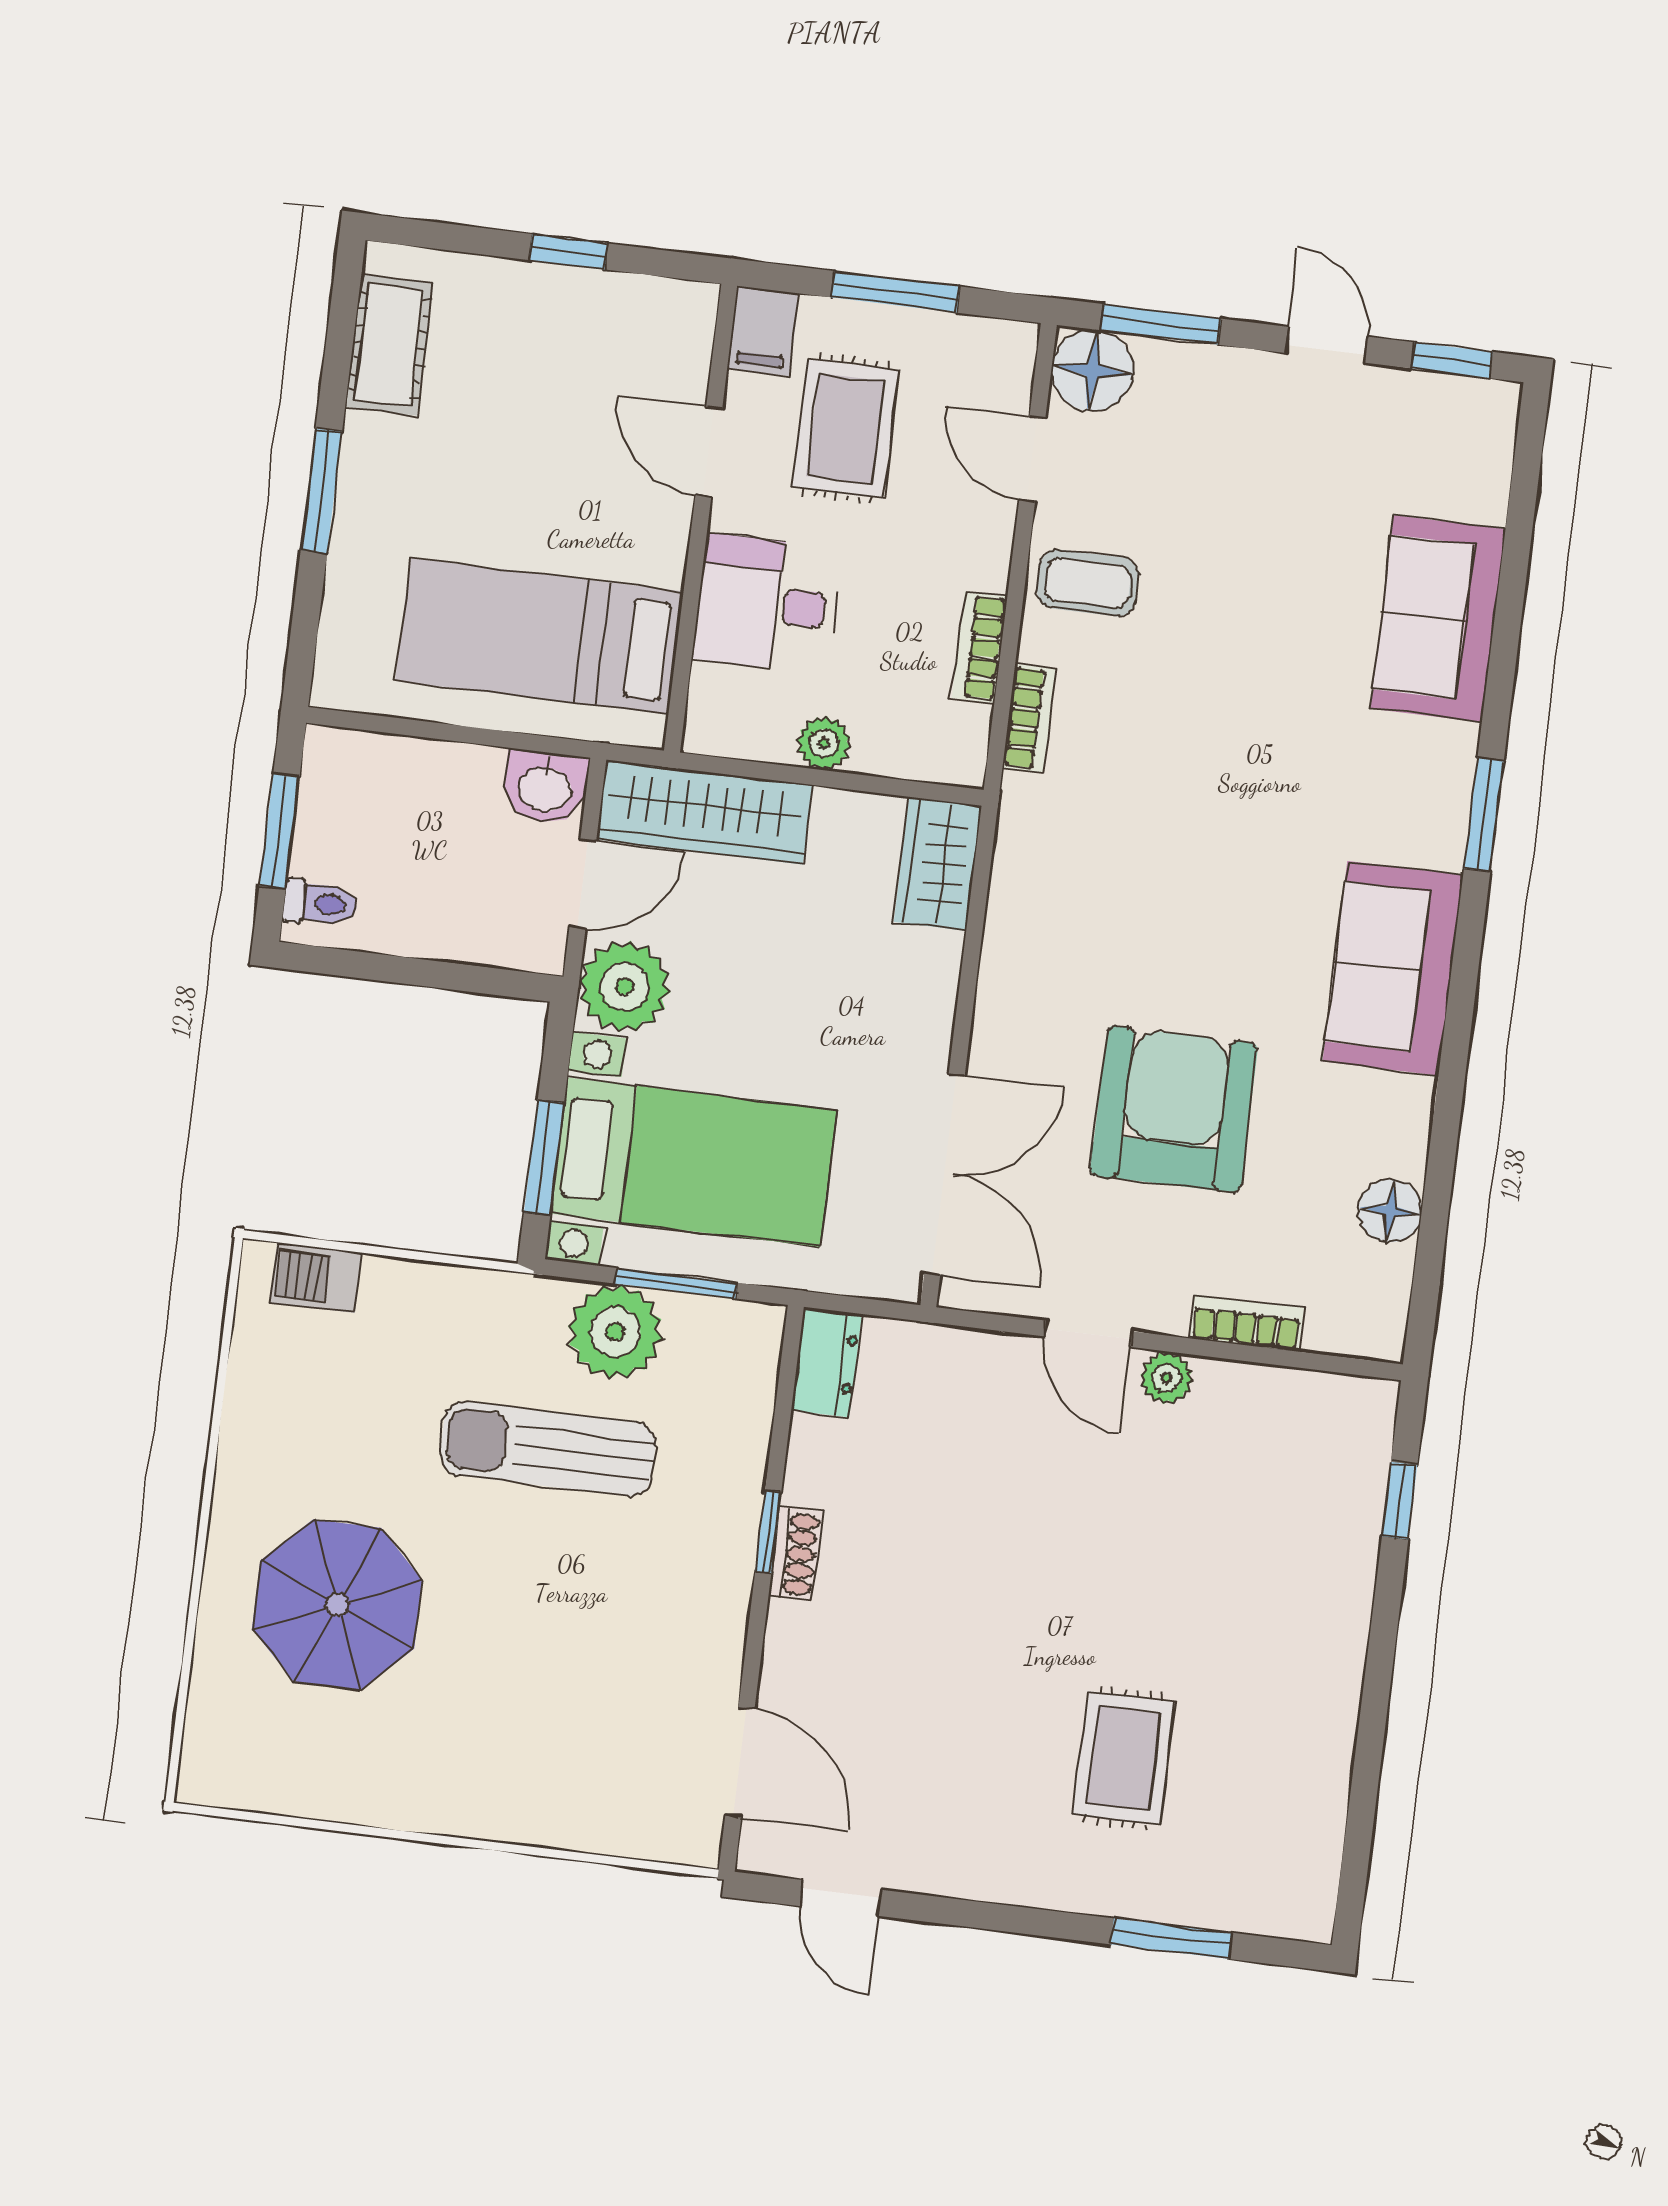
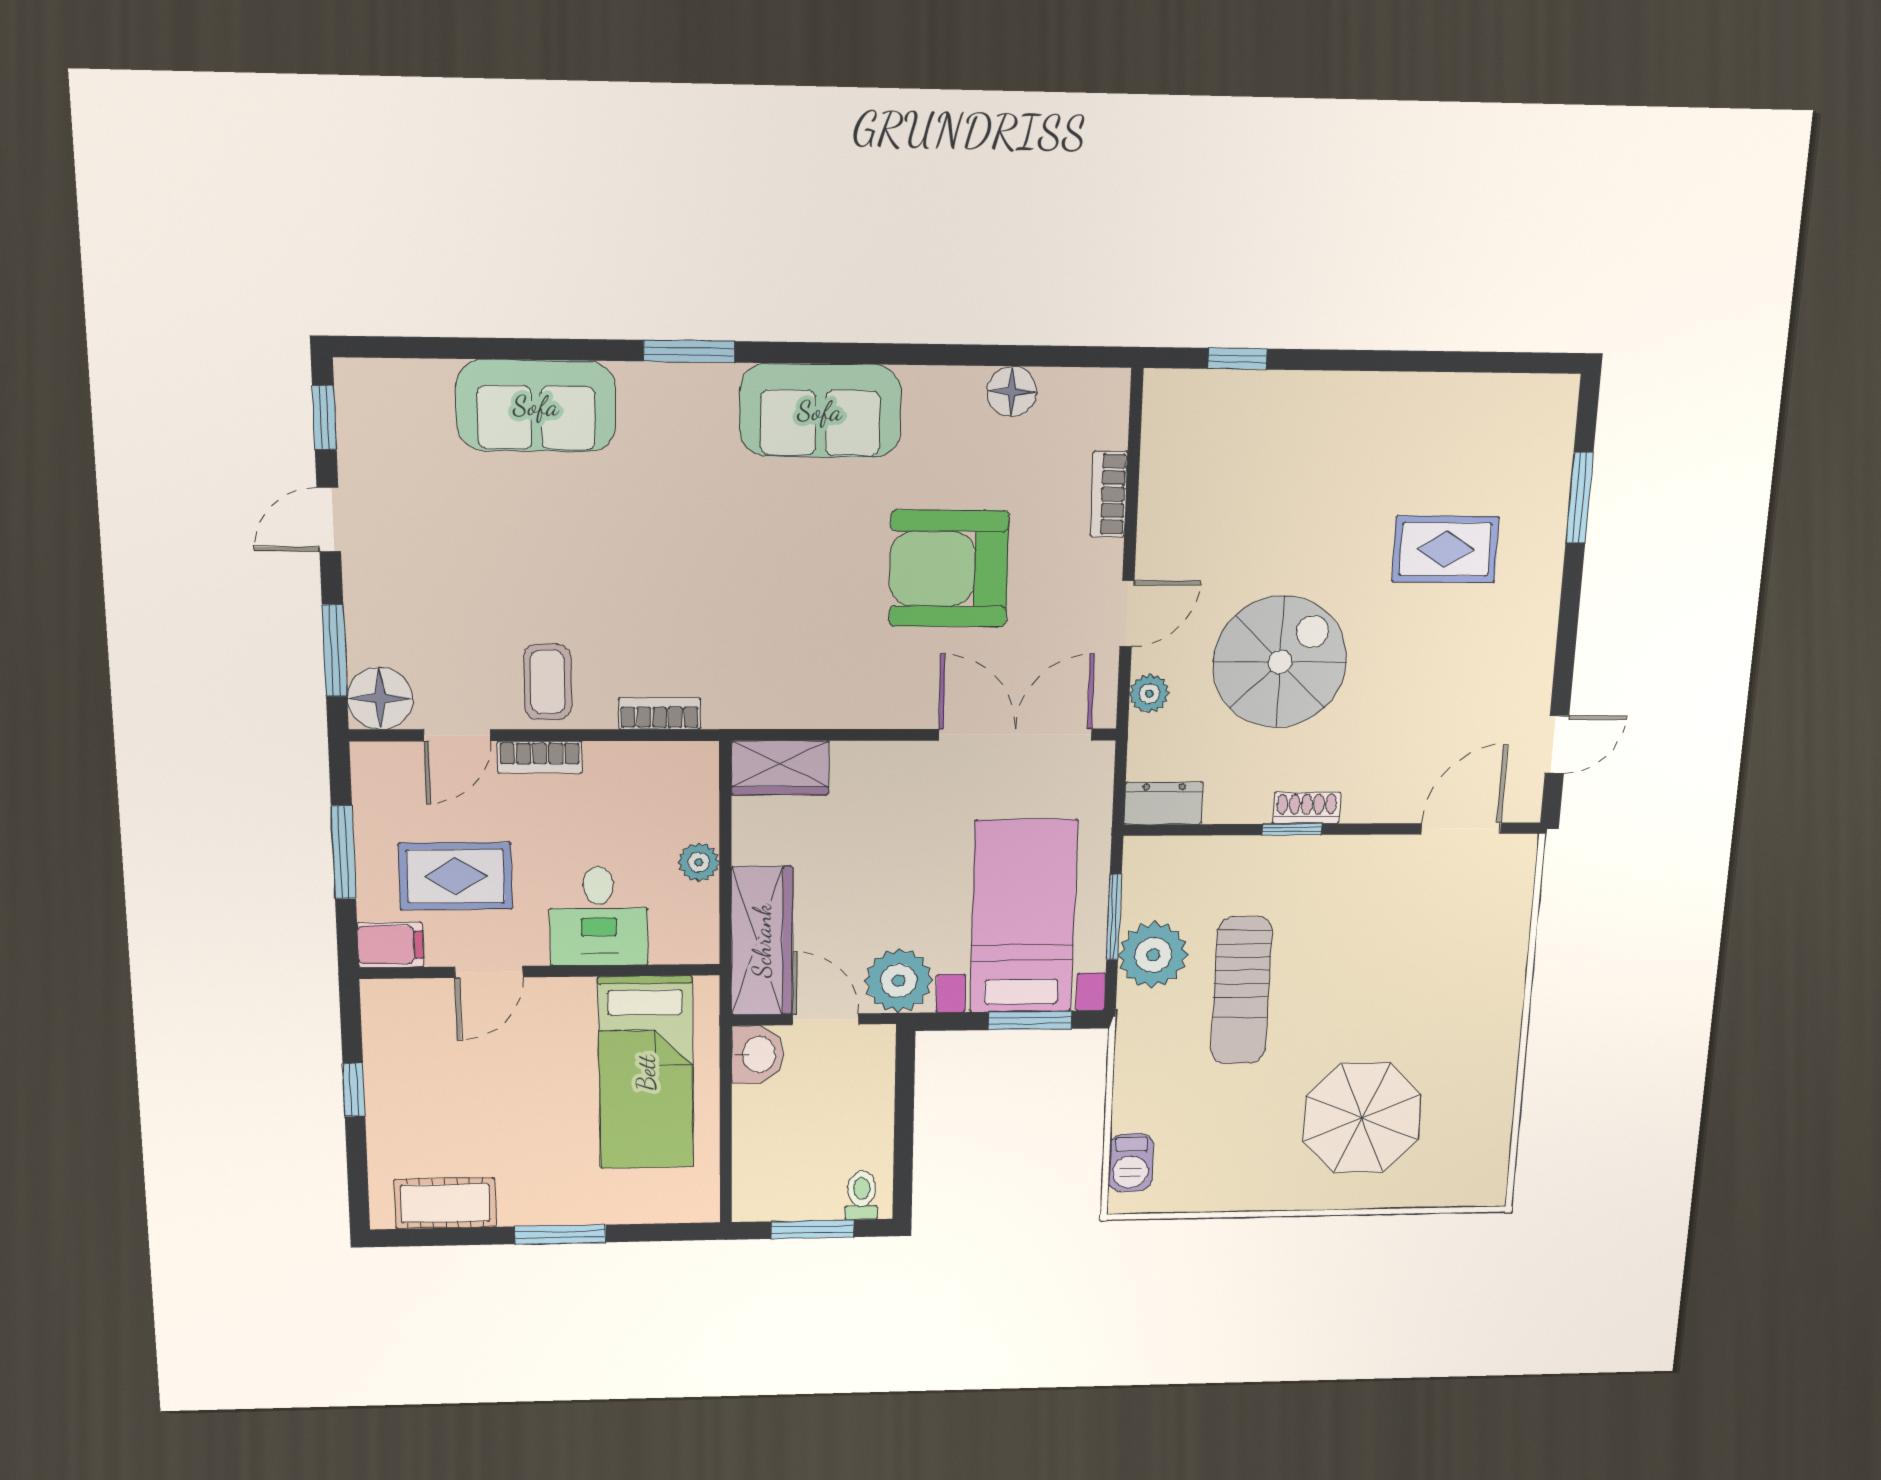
bookcase: (980, 647) -> (540, 757), moved
plant: (1167, 1378) -> (1149, 694), moved
spiral stairs: (1000, 1530) -> (1280, 662), added

